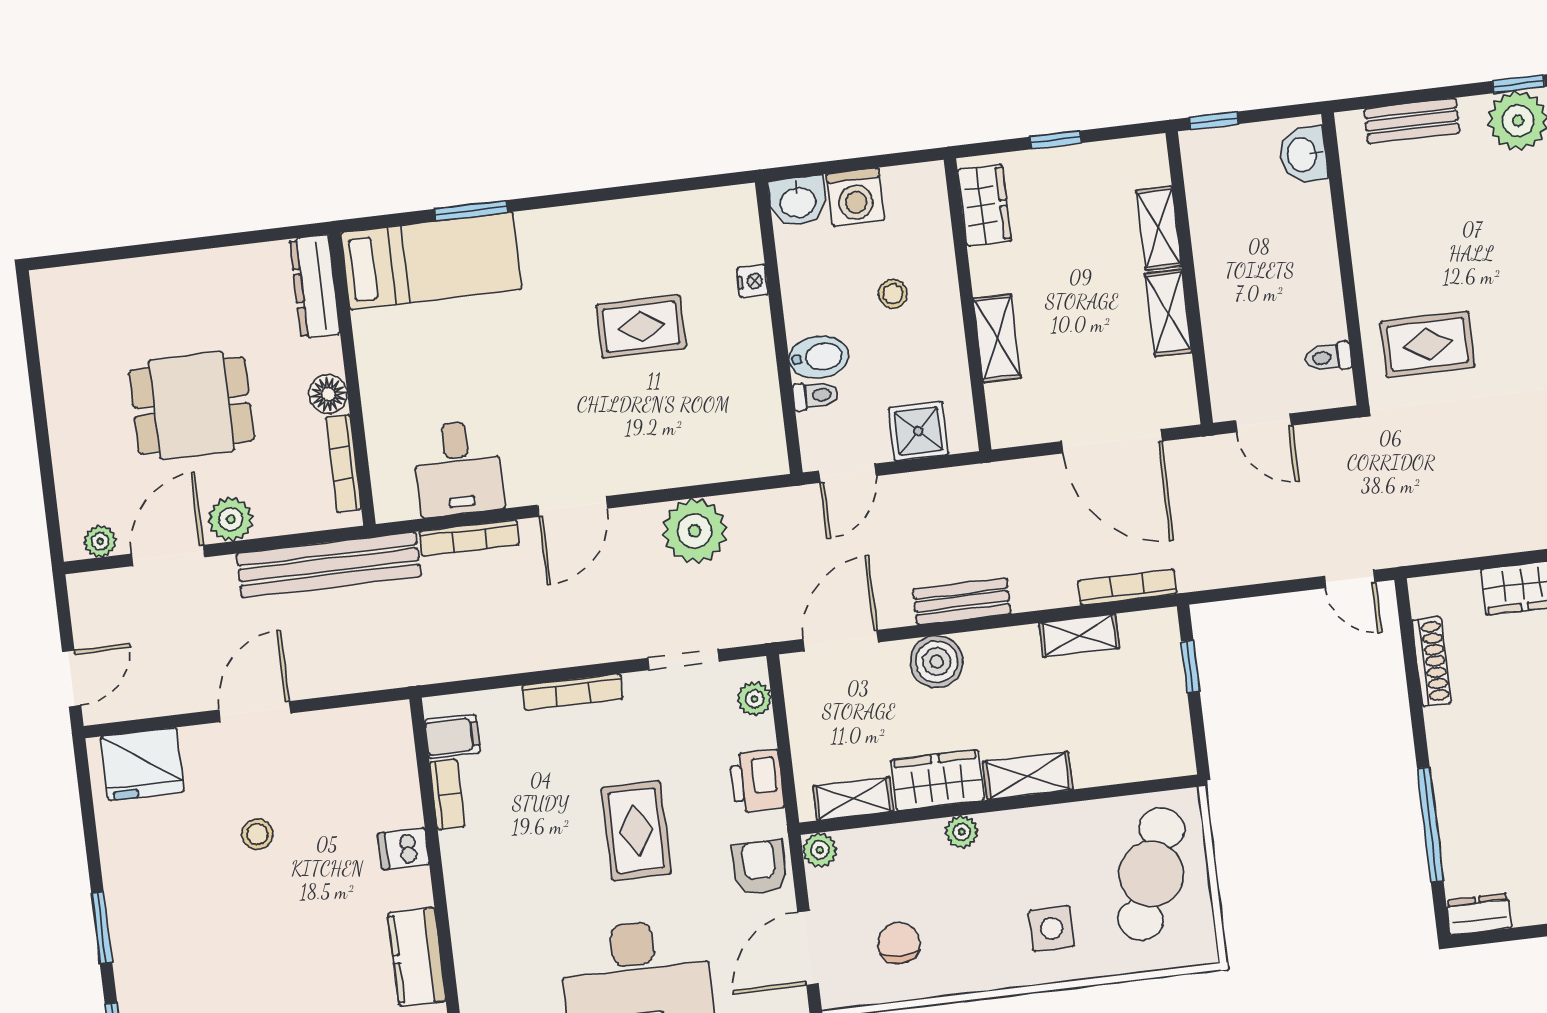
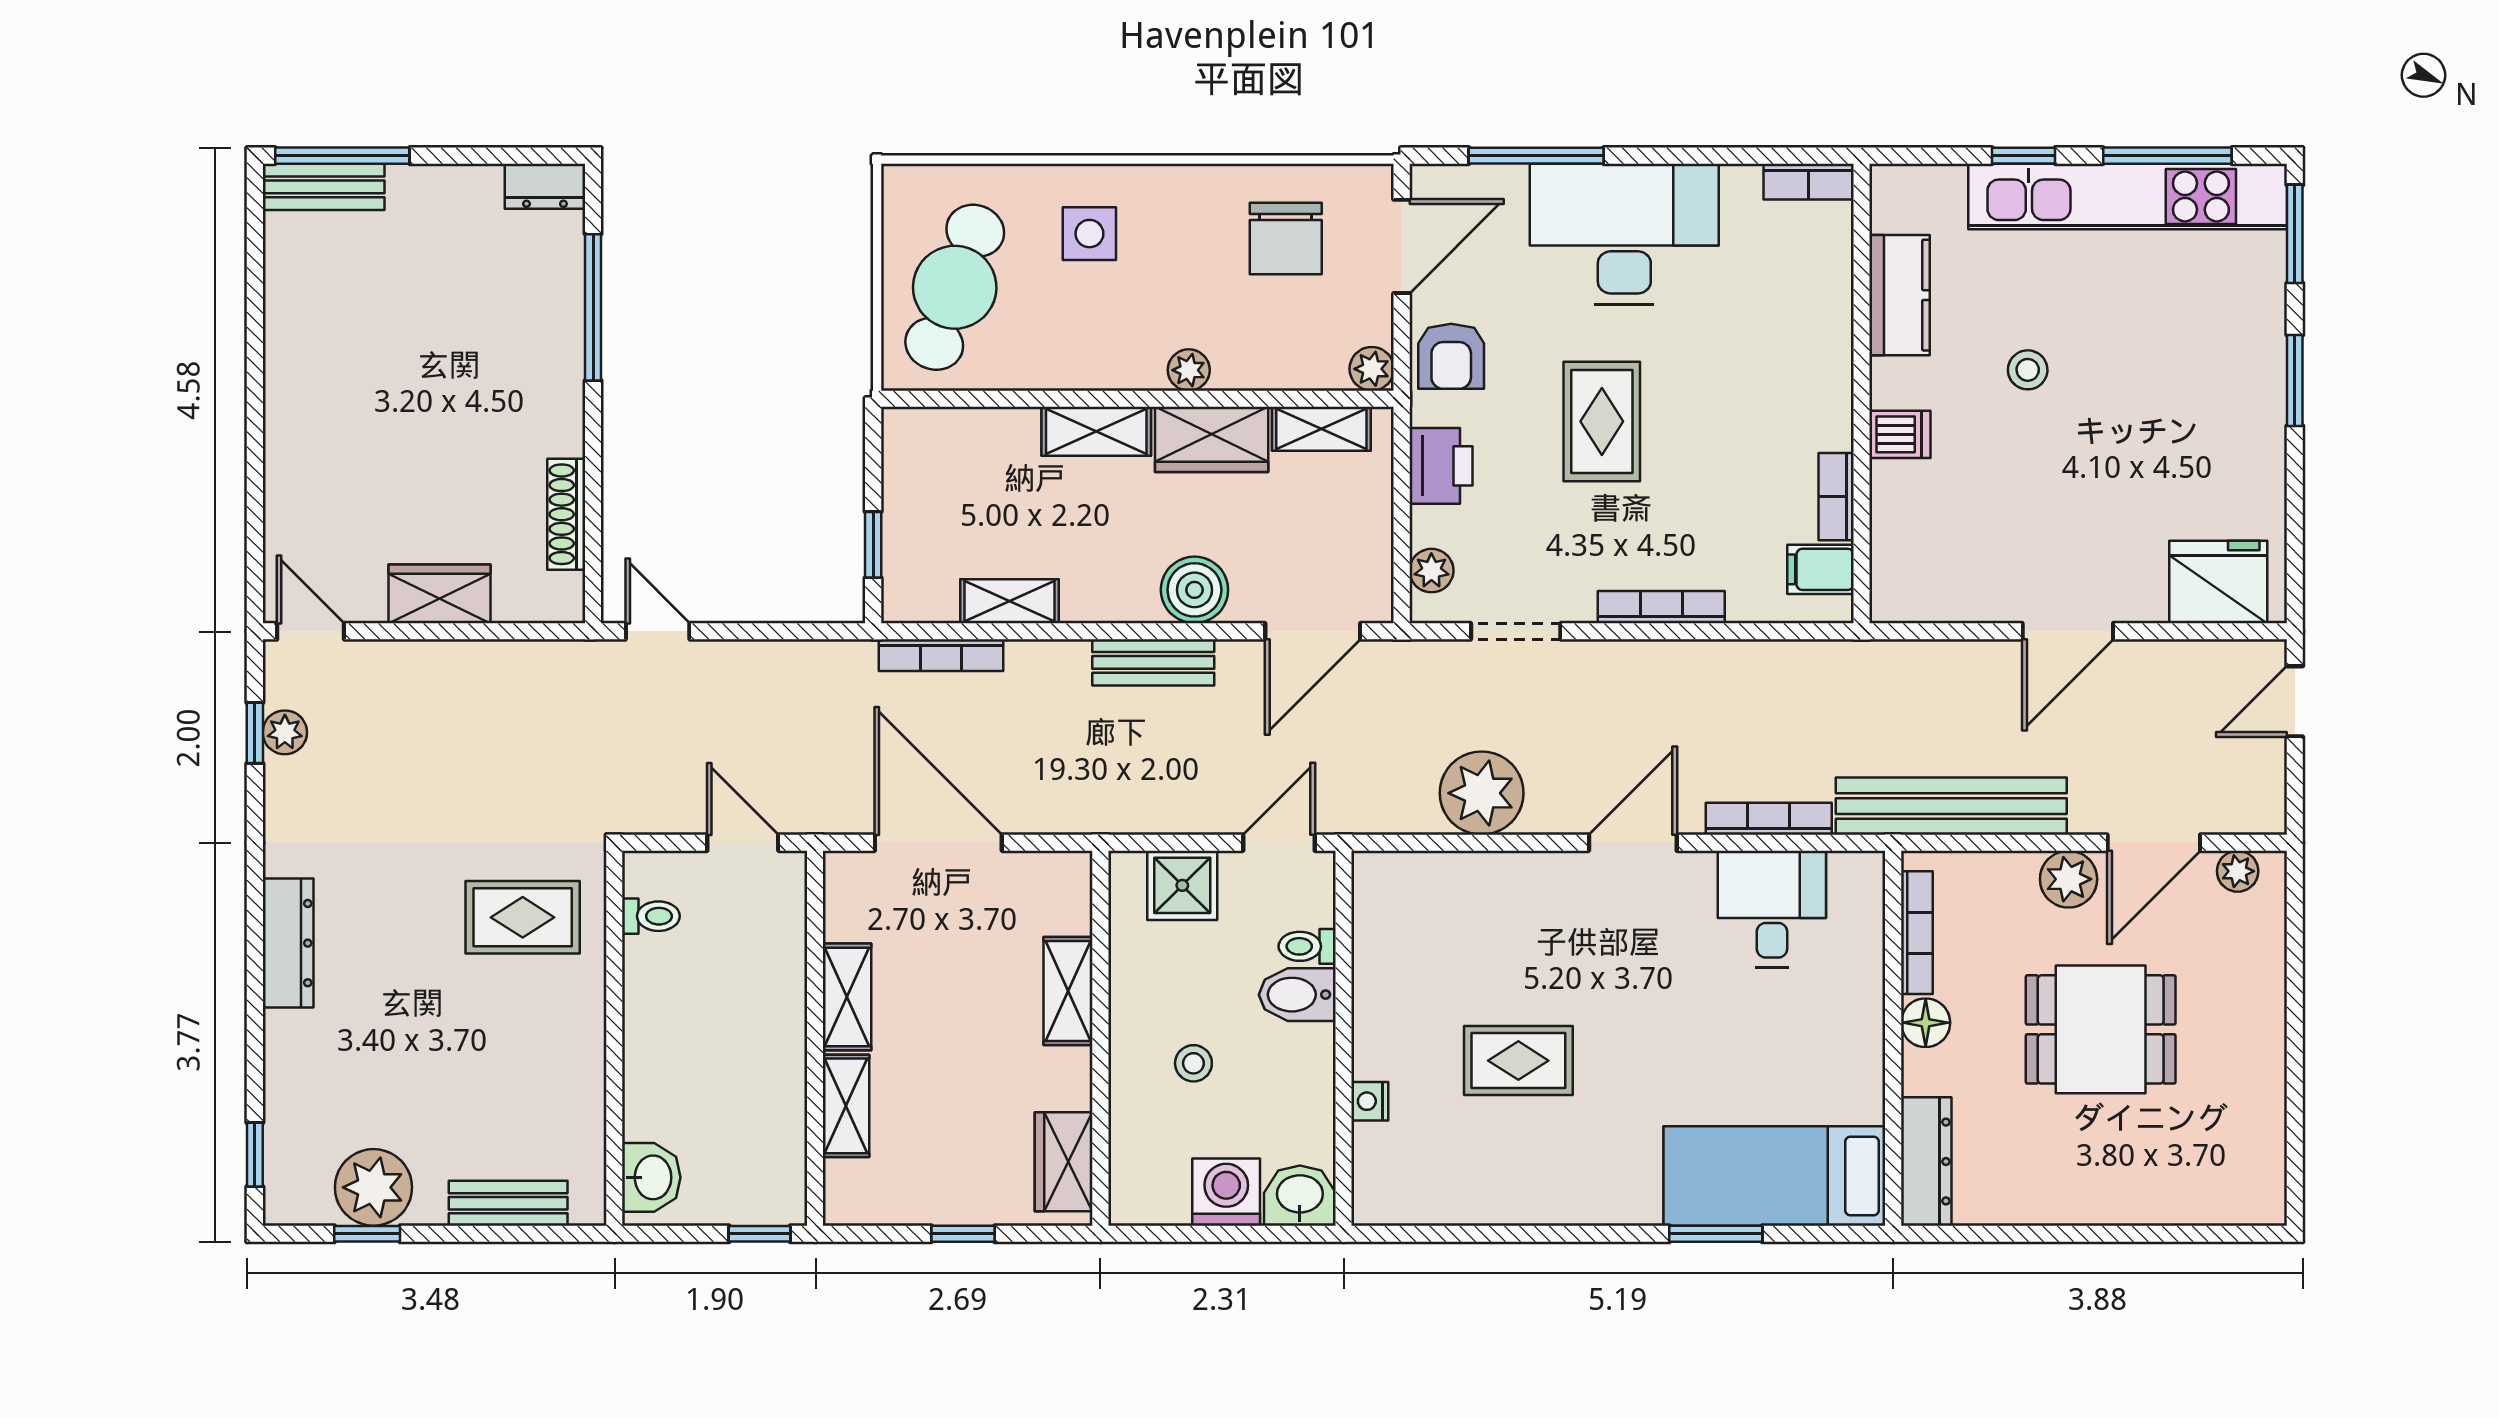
stool: (257, 834) -> (2028, 370), moved
chair: (899, 943) -> (1286, 239), width x1.37, depth x1.37

